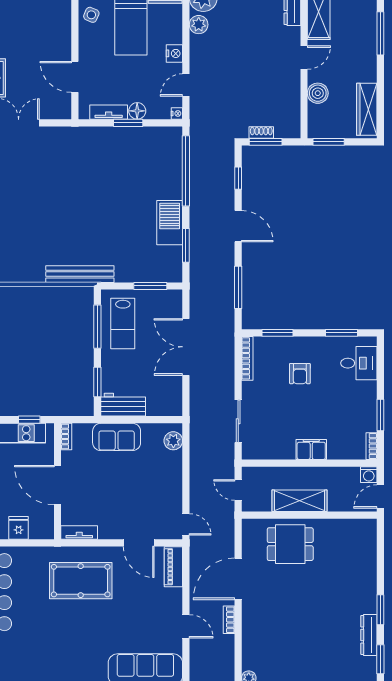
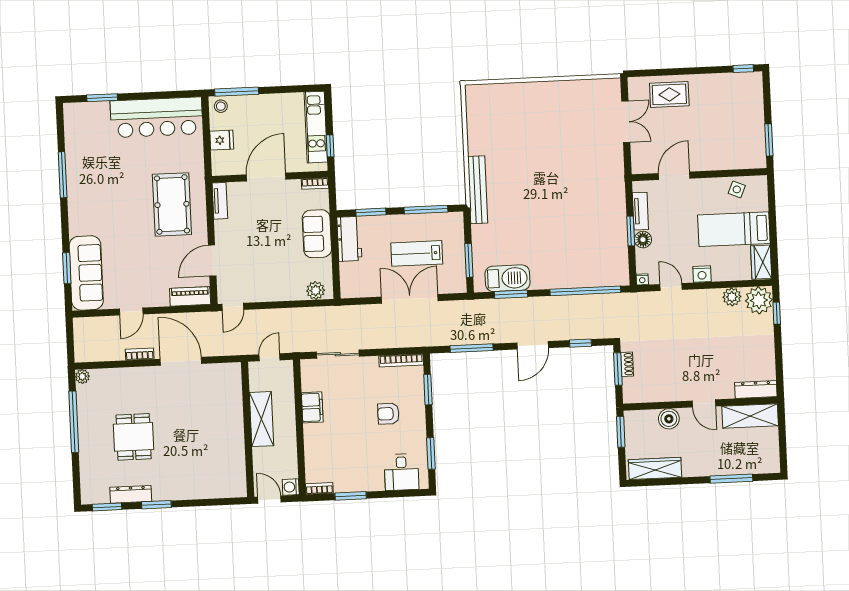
barbecue: (170, 223) -> (508, 278), moved
lab bench: (123, 323) -> (417, 253), moved
filing cabinet: (311, 449) -> (312, 407), moved
dining table: (290, 544) -> (134, 437), moved

